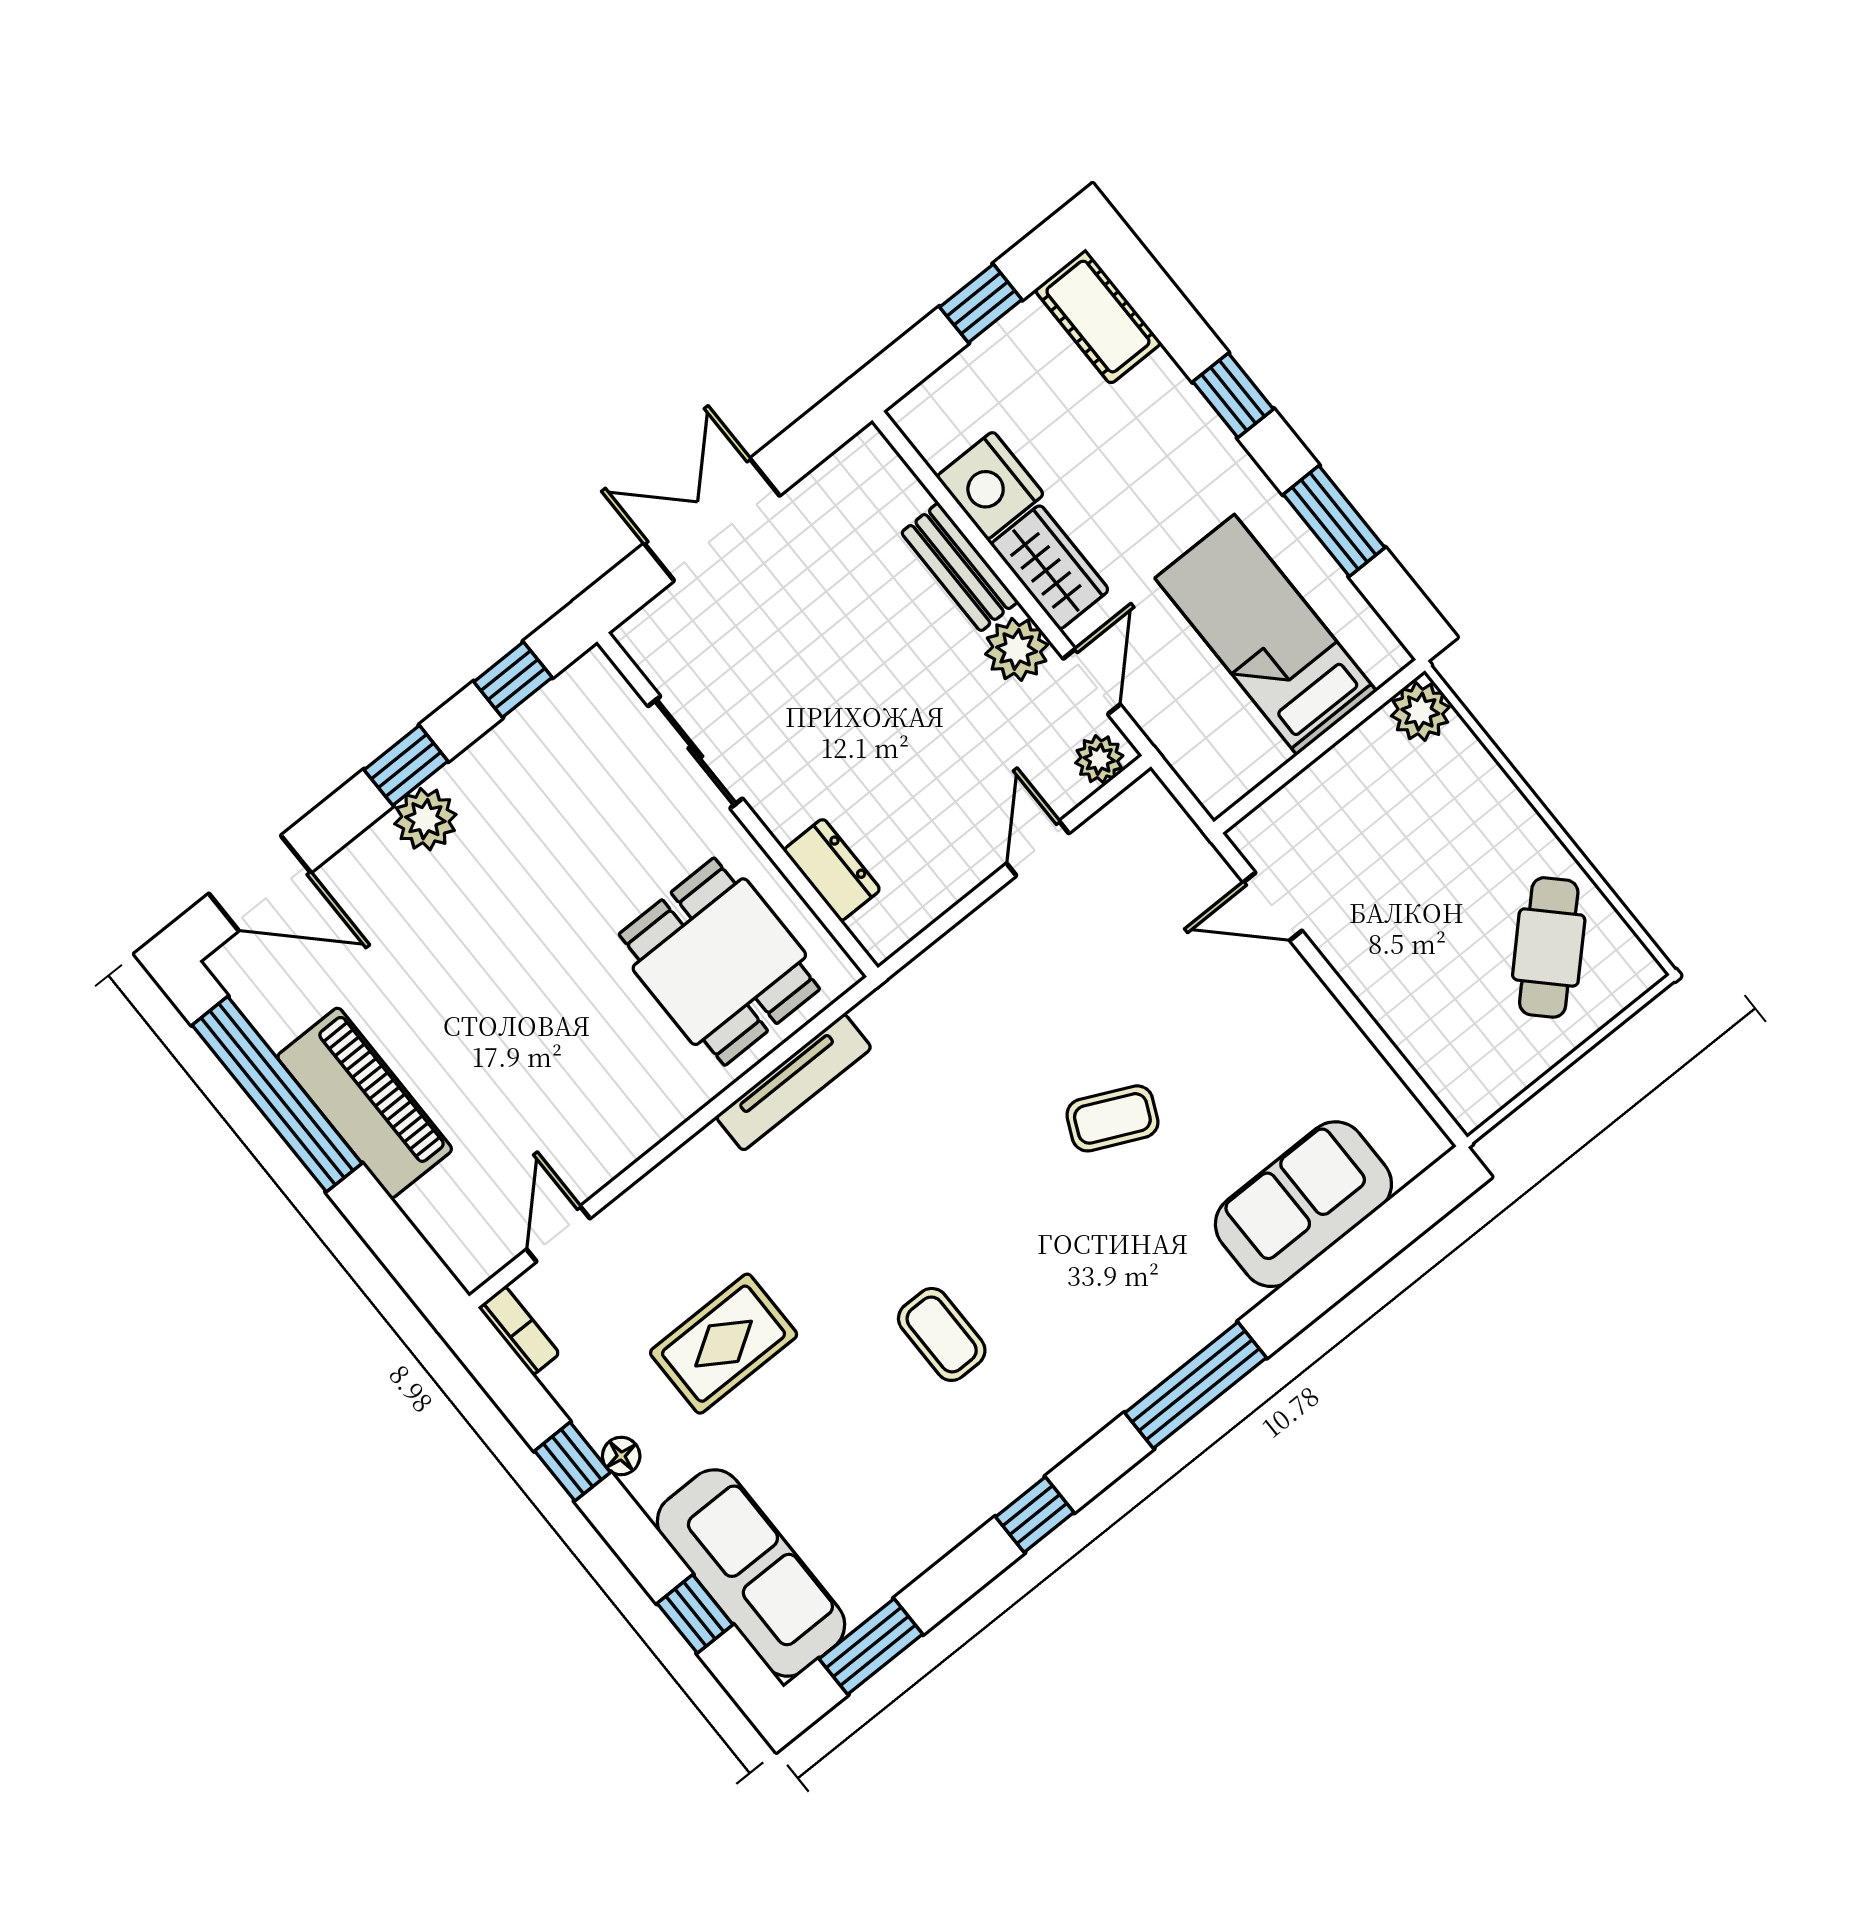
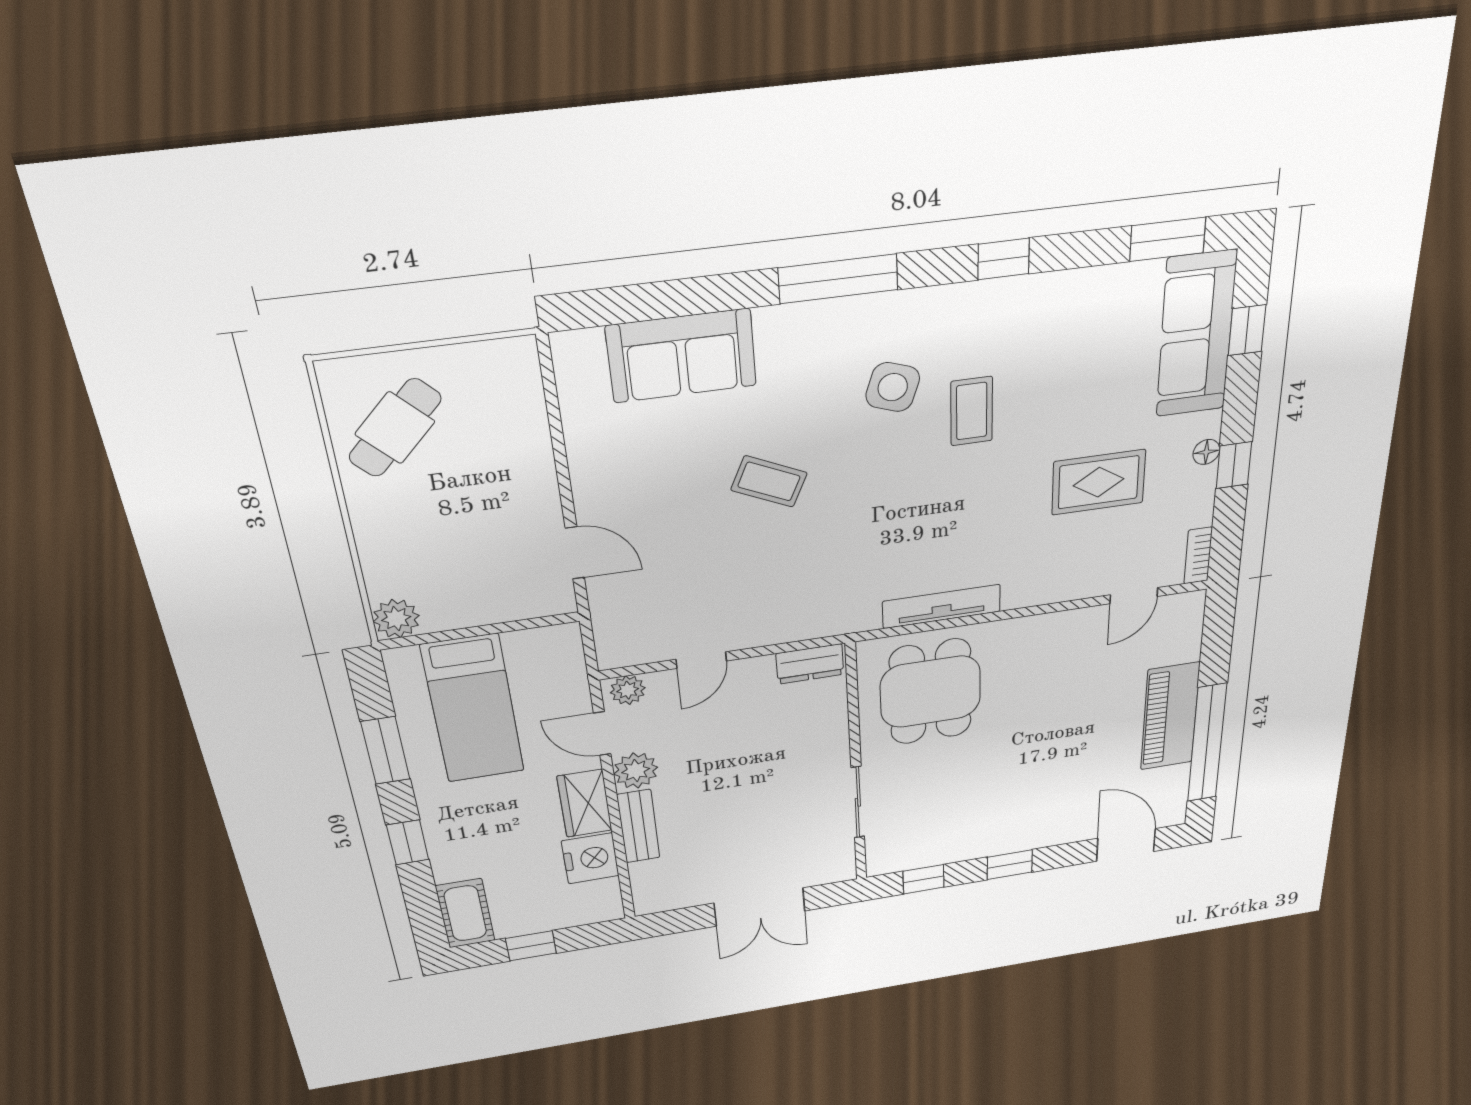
door: (1092, 682) -> (602, 734), hinge flipped
plant: (425, 819) -> (1022, 836), removed
dresser: (832, 870) -> (810, 664), moved, turned -90
side table: (1052, 1307) -> (893, 387), added

